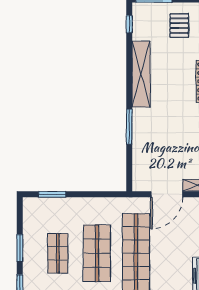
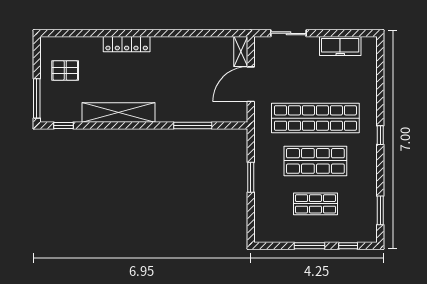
window: (129, 127) -> (193, 125), moved
window: (52, 194) -> (251, 177), moved
door: (167, 194) -> (251, 84), swing flipped

